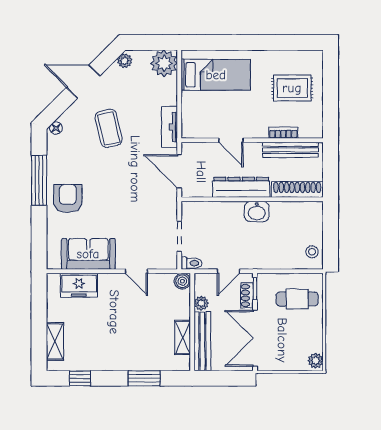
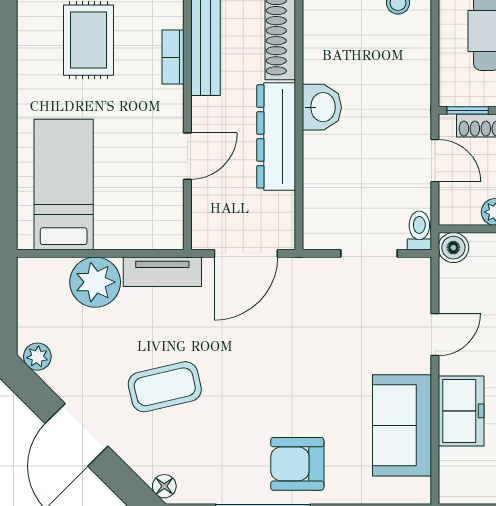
plant: (164, 63) -> (95, 282), moved
freezer: (79, 285) -> (461, 411), moved

